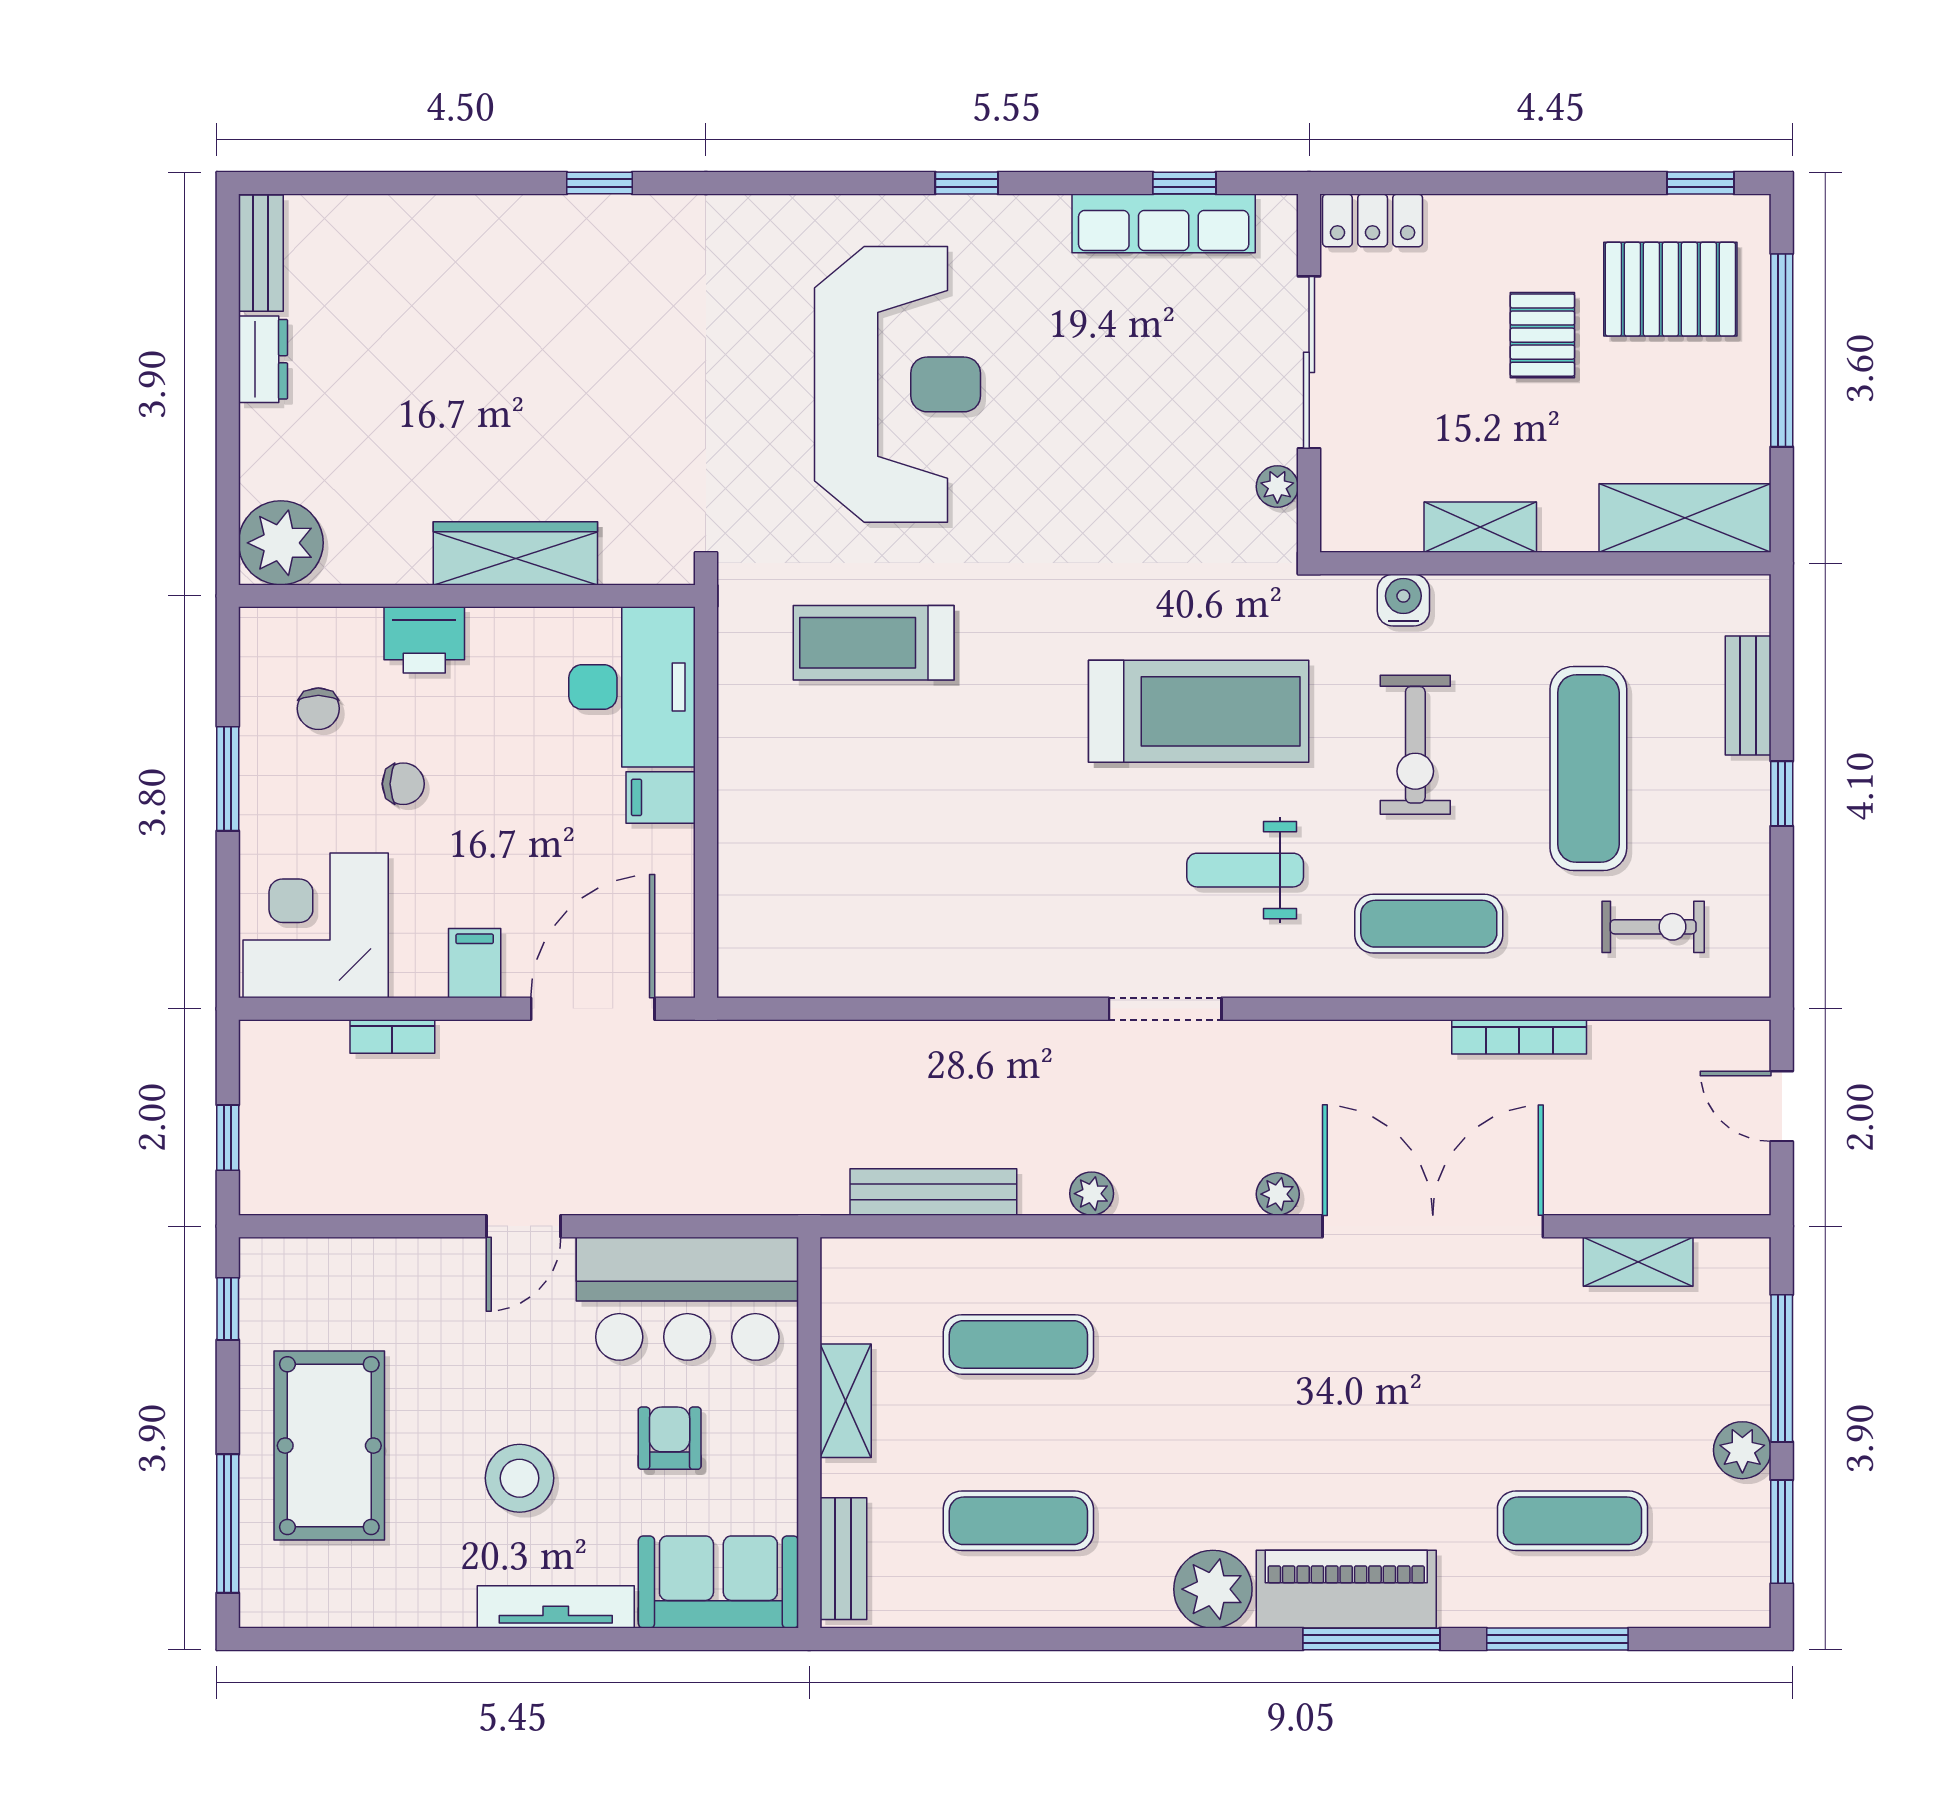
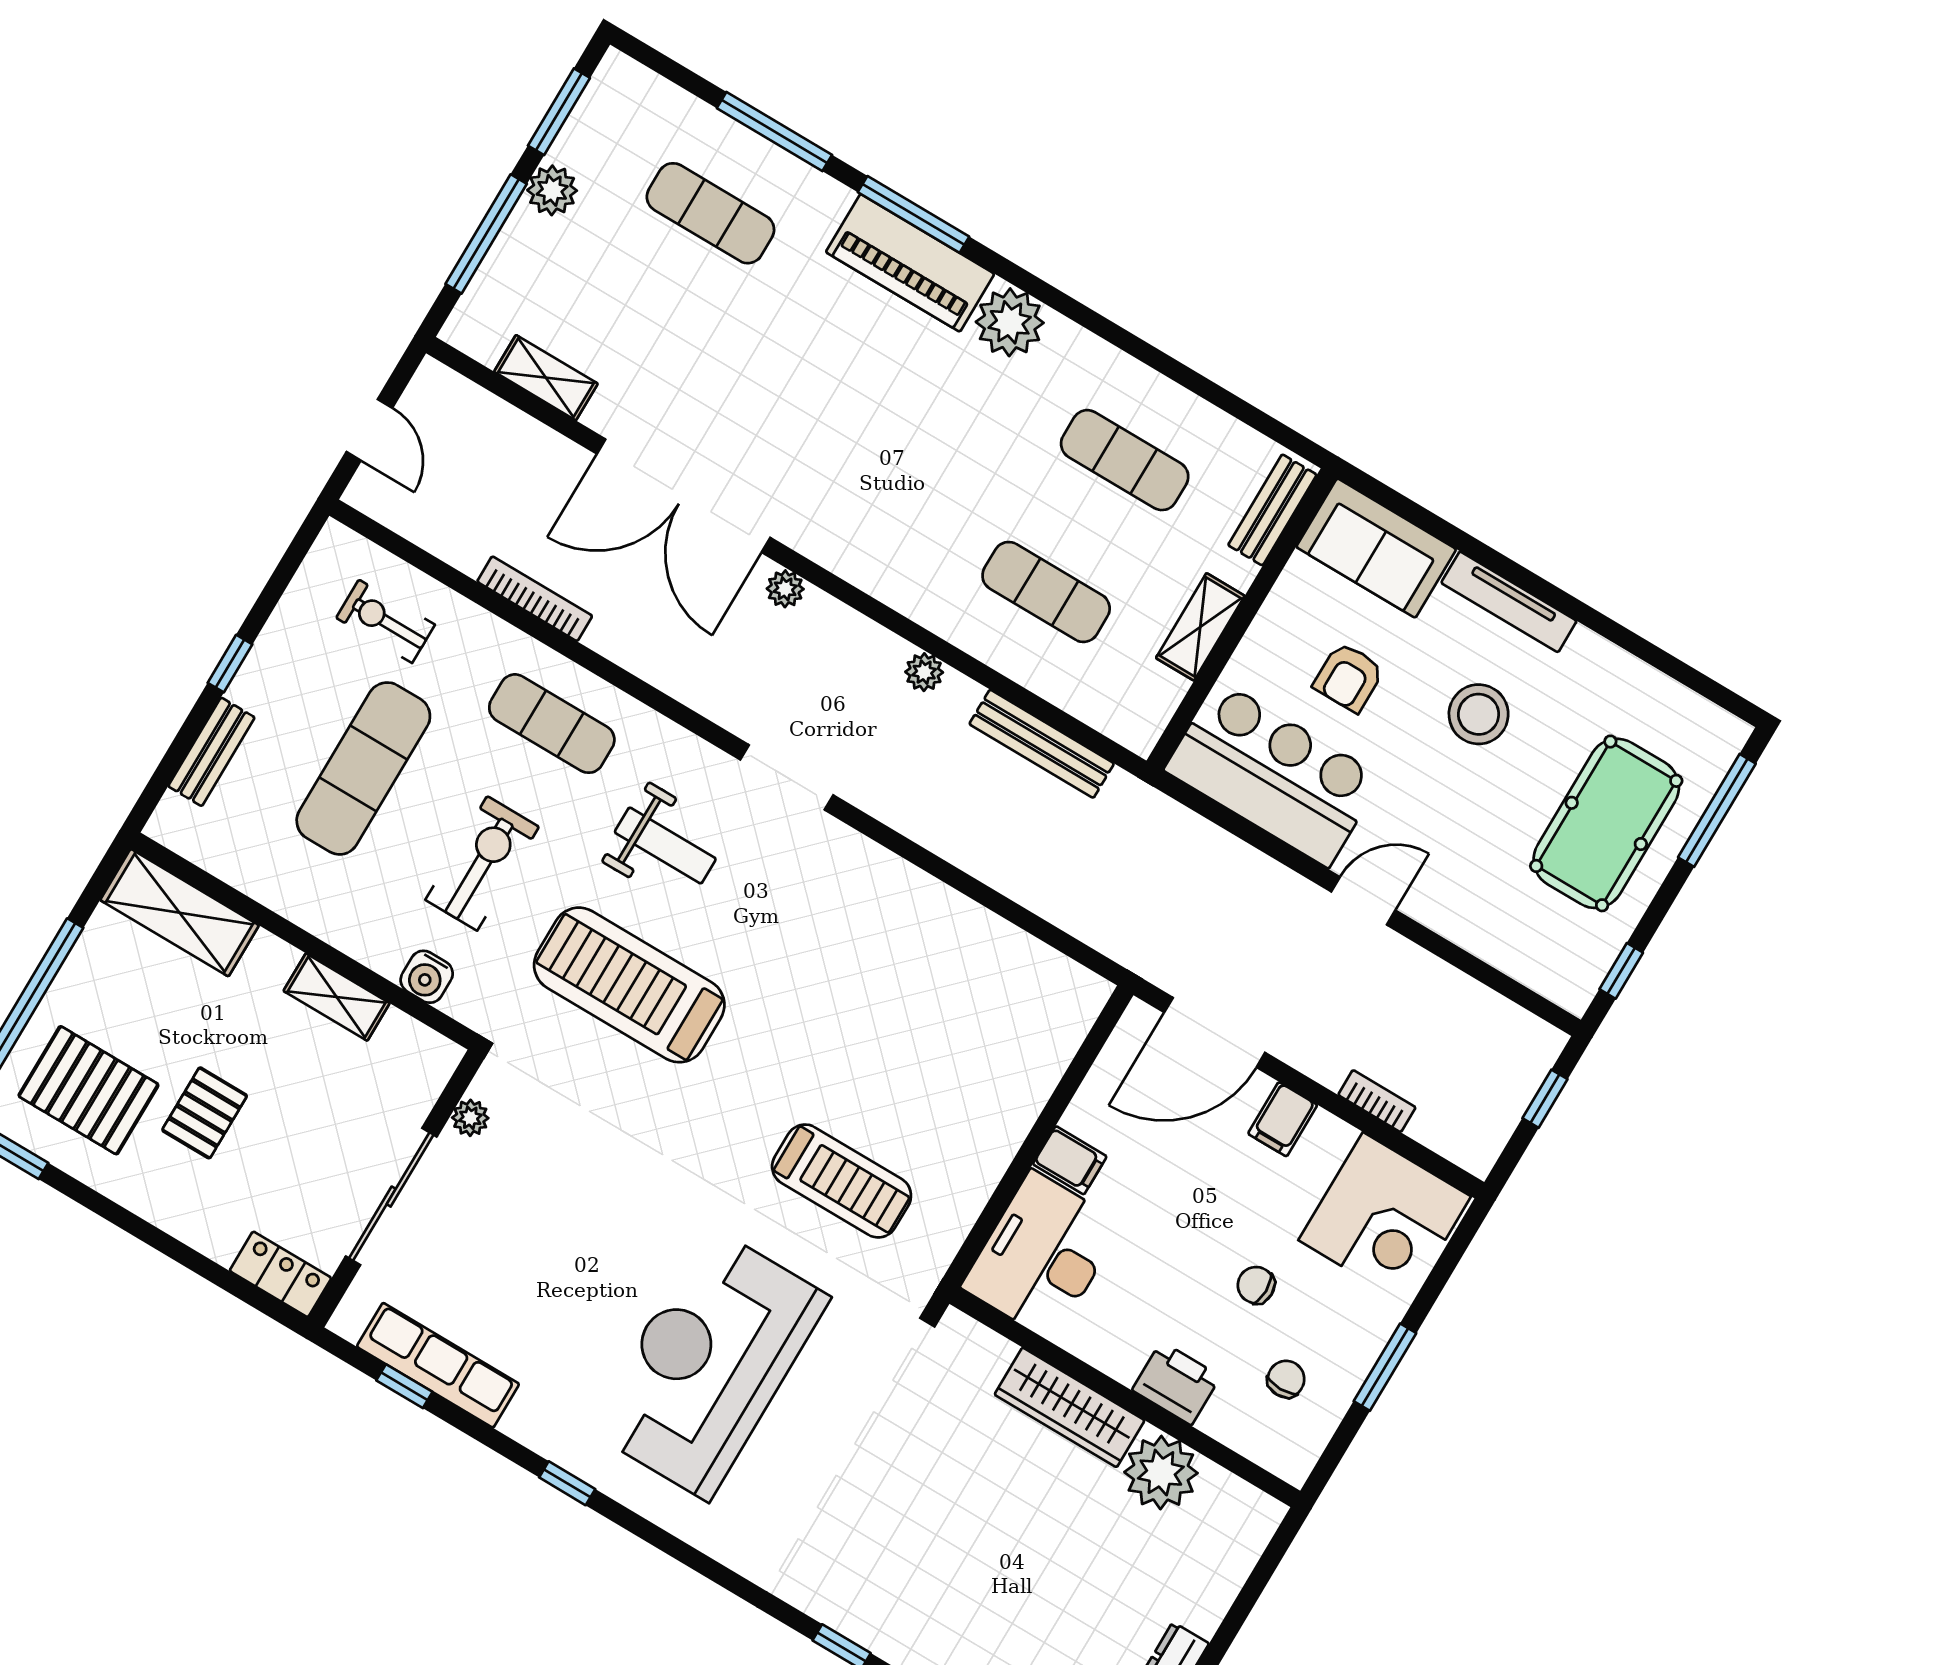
plant: (281, 543) -> (1161, 1473), moved

